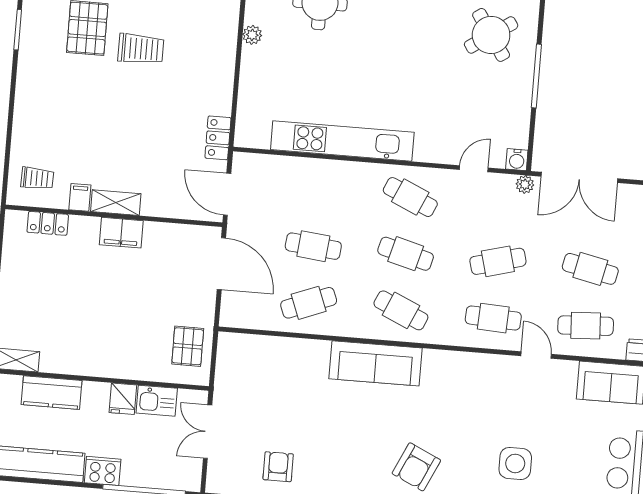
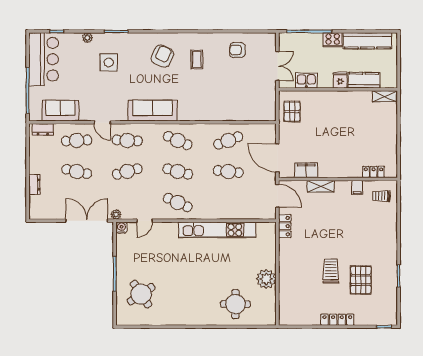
plant: (252, 35) -> (266, 279), width x1.88, depth x1.88
trolley: (141, 49) -> (331, 271), turned 90
shelving: (116, 203) -> (321, 186), moved
filing cabinet: (121, 233) -> (306, 170), moved
sofa: (375, 363) -> (153, 111), moved
fridge: (123, 399) -> (340, 80), moved
coffee table: (354, 455) -> (197, 60), added
armchair: (278, 467) -> (237, 50), turned 90

